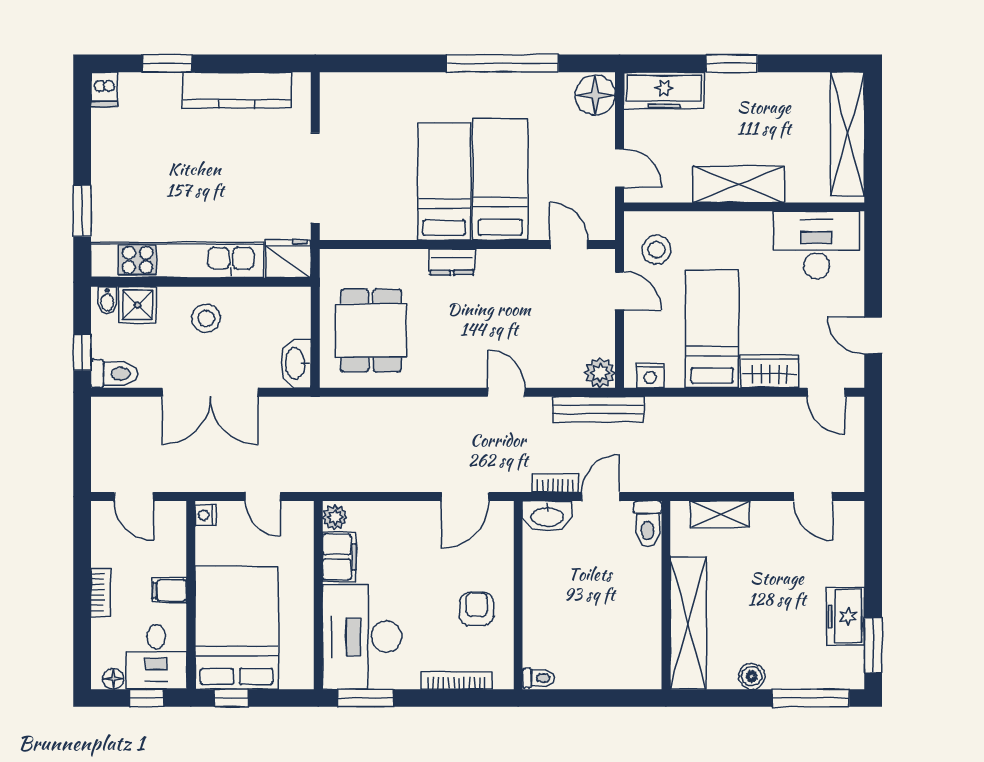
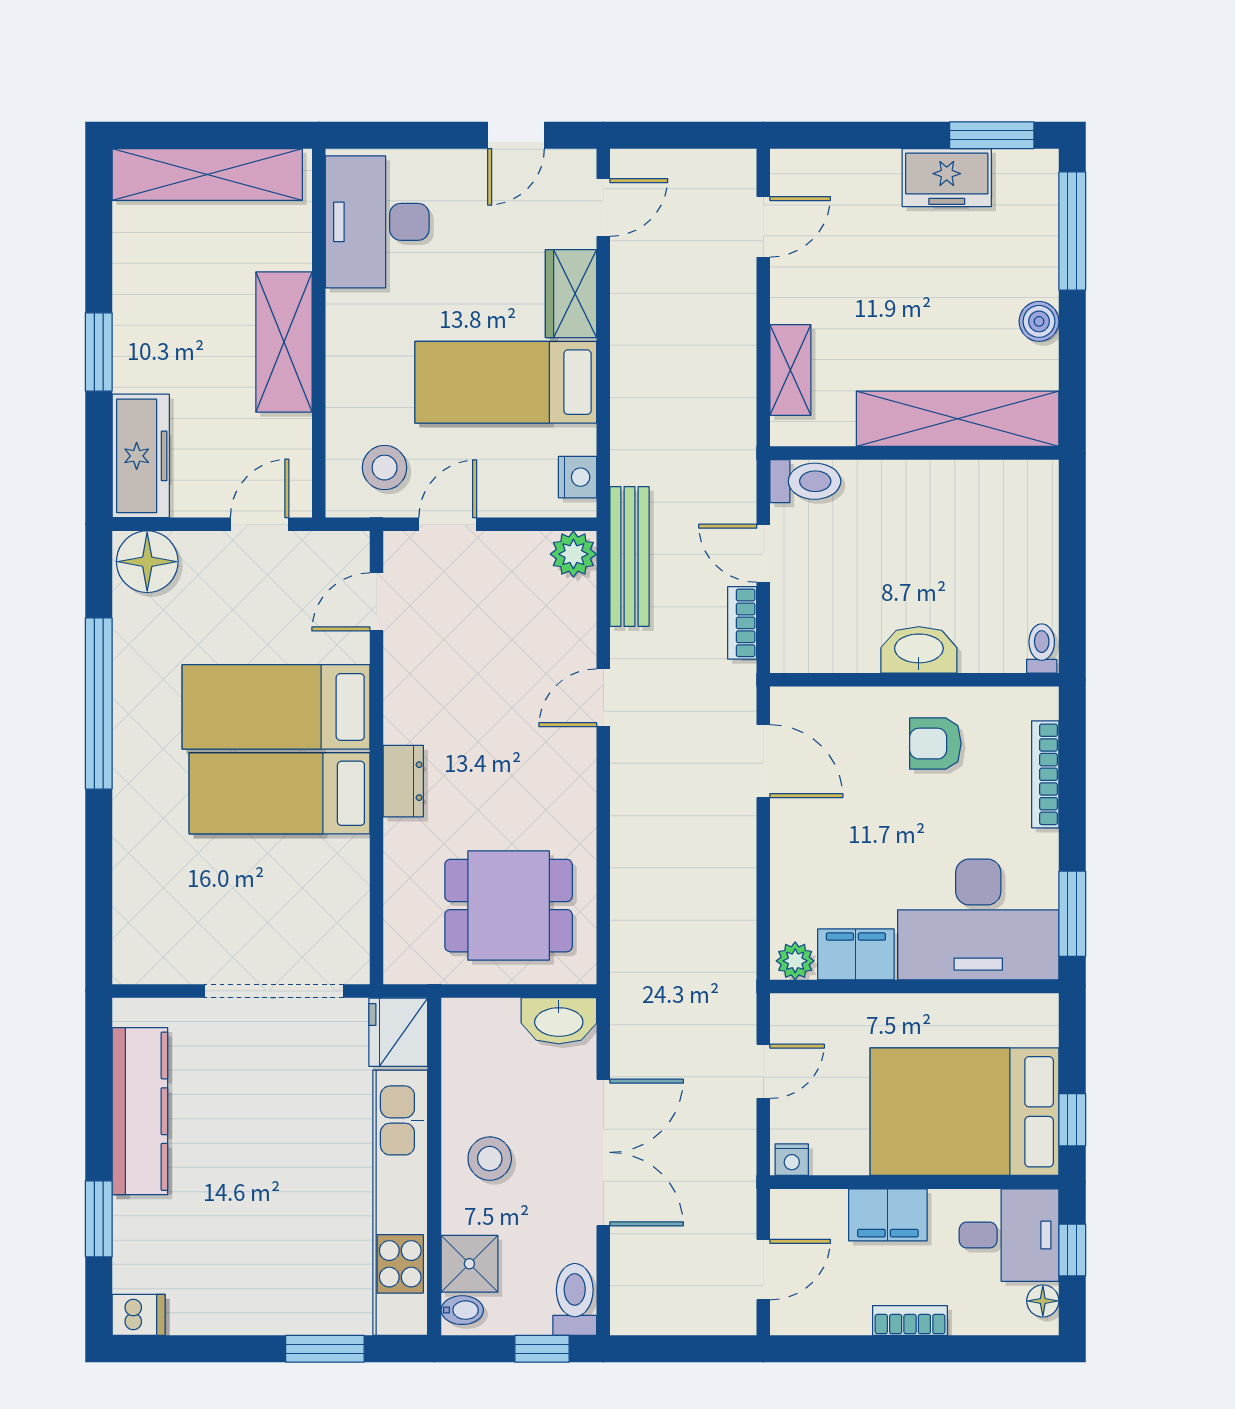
washbasin: (547, 516) -> (919, 650), moved, turned -90
filing cabinet: (169, 591) -> (888, 1215), width x2.00

